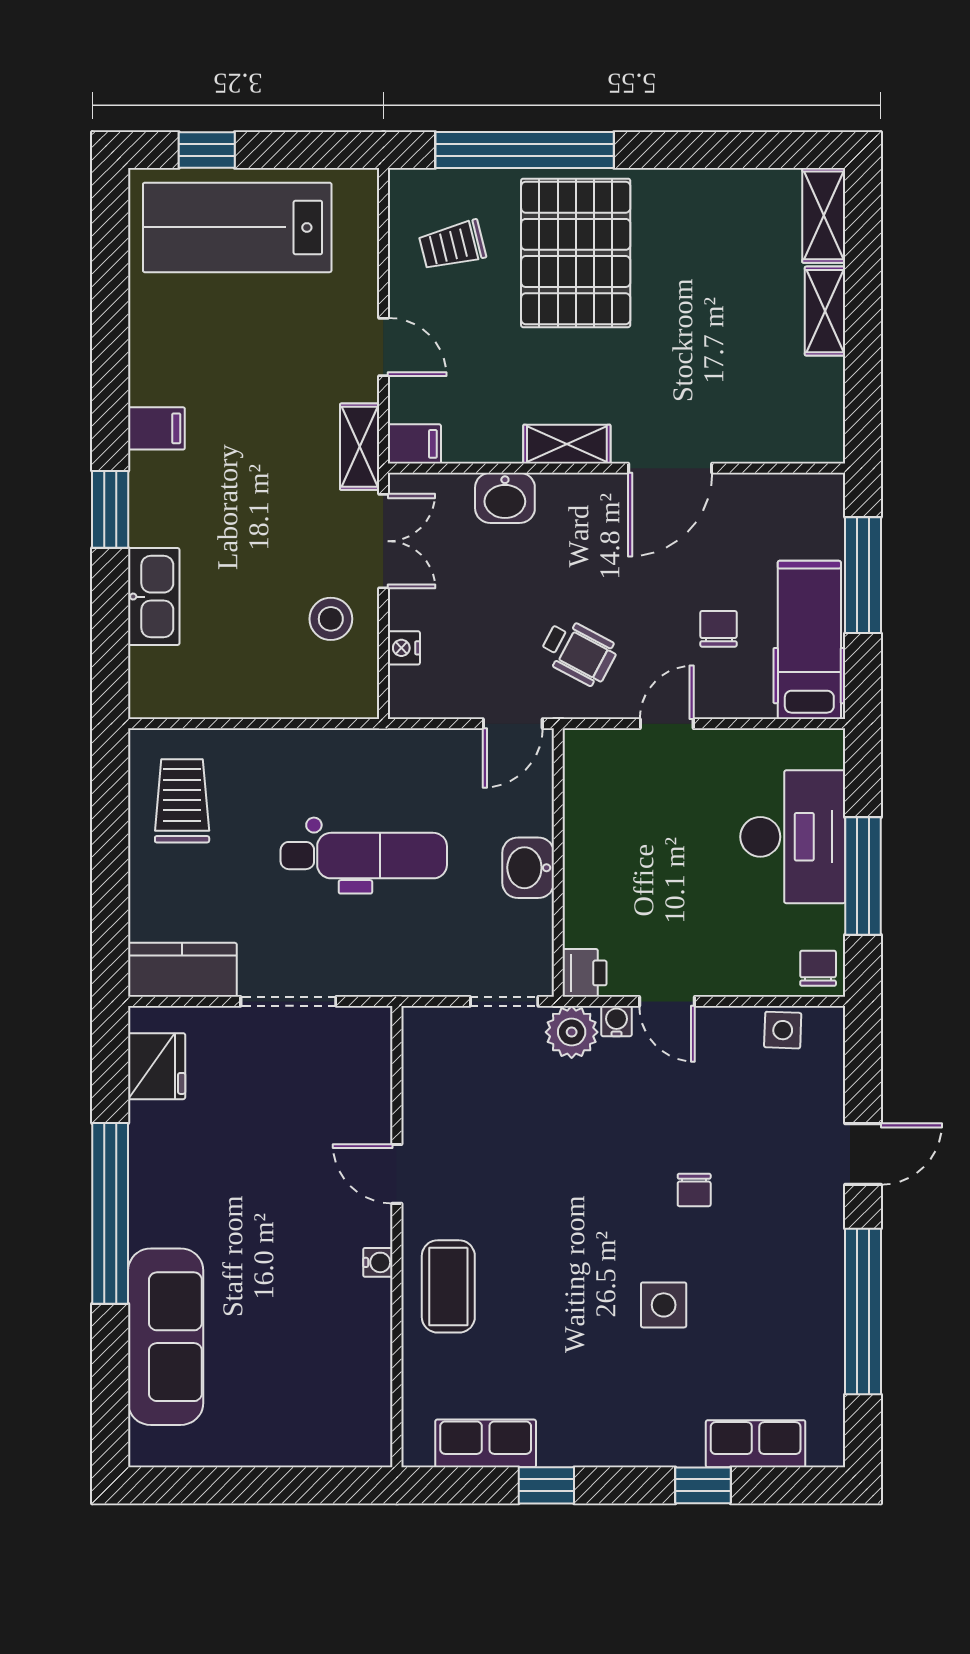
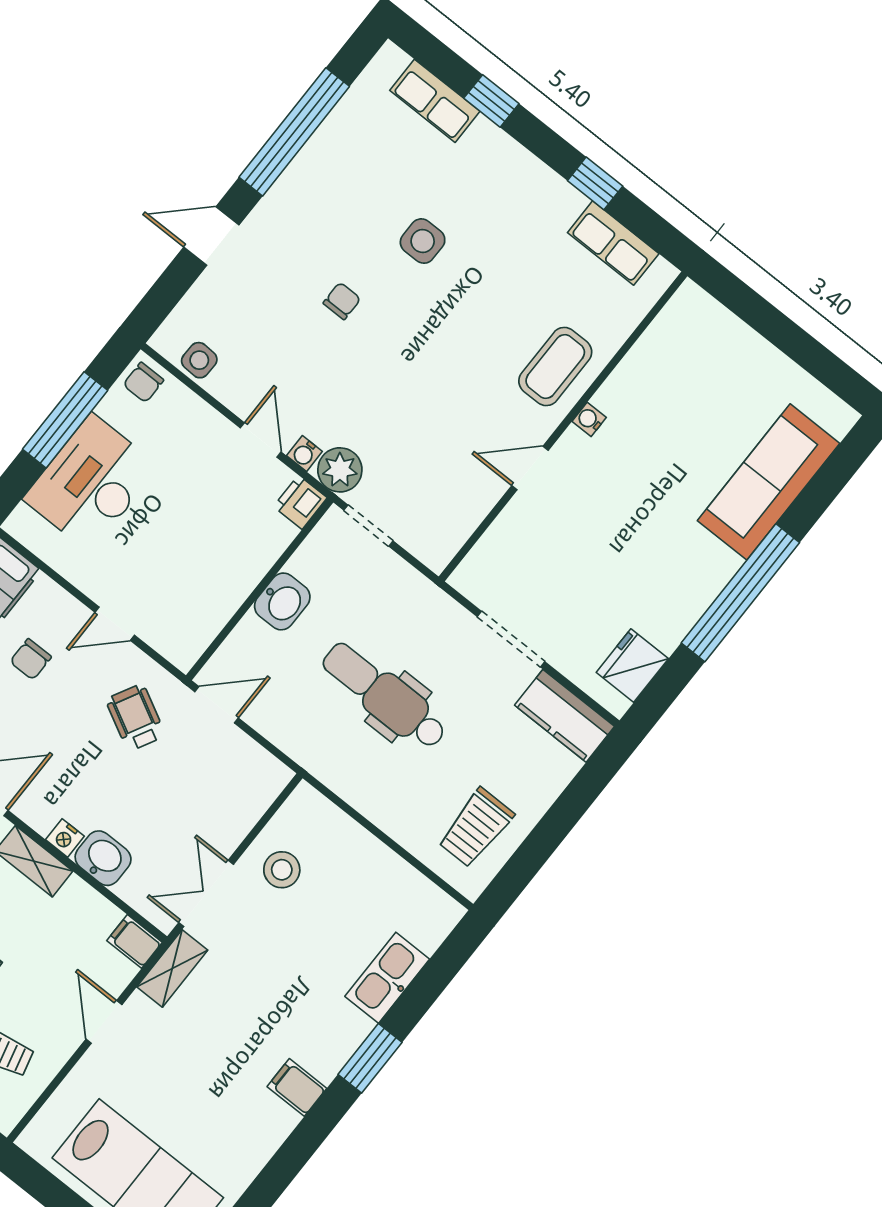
nightstand: (404, 648) -> (65, 838), moved, turned 90
door: (397, 1174) -> (530, 468), swing flipped

